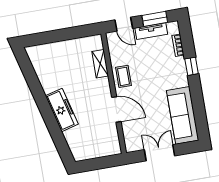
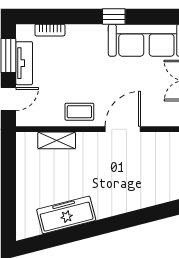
window: (192, 66) -> (114, 17), moved
freezer: (62, 110) -> (66, 215), moved

